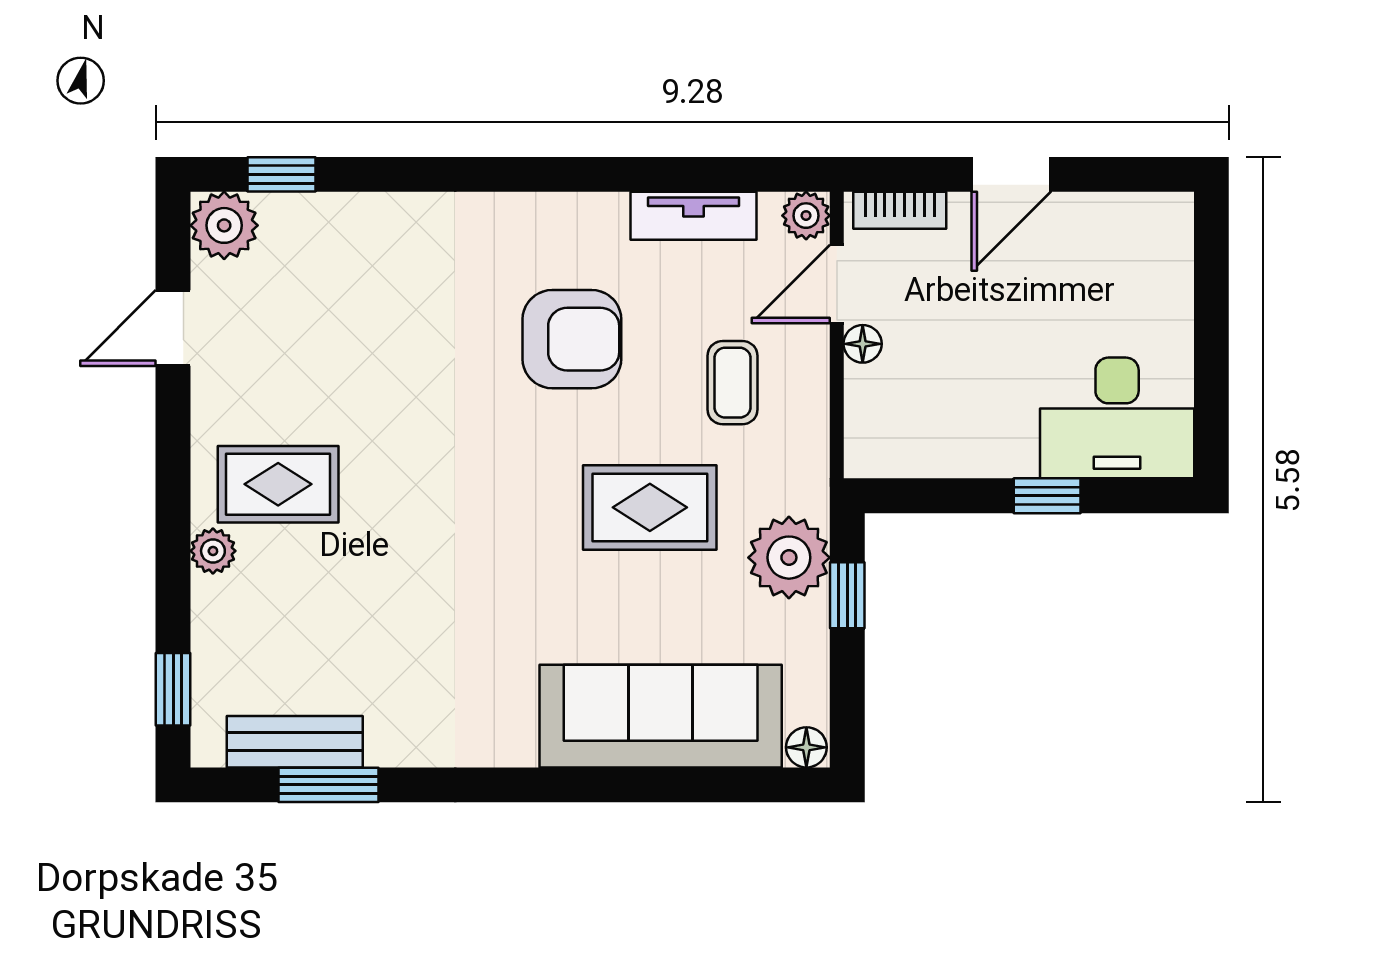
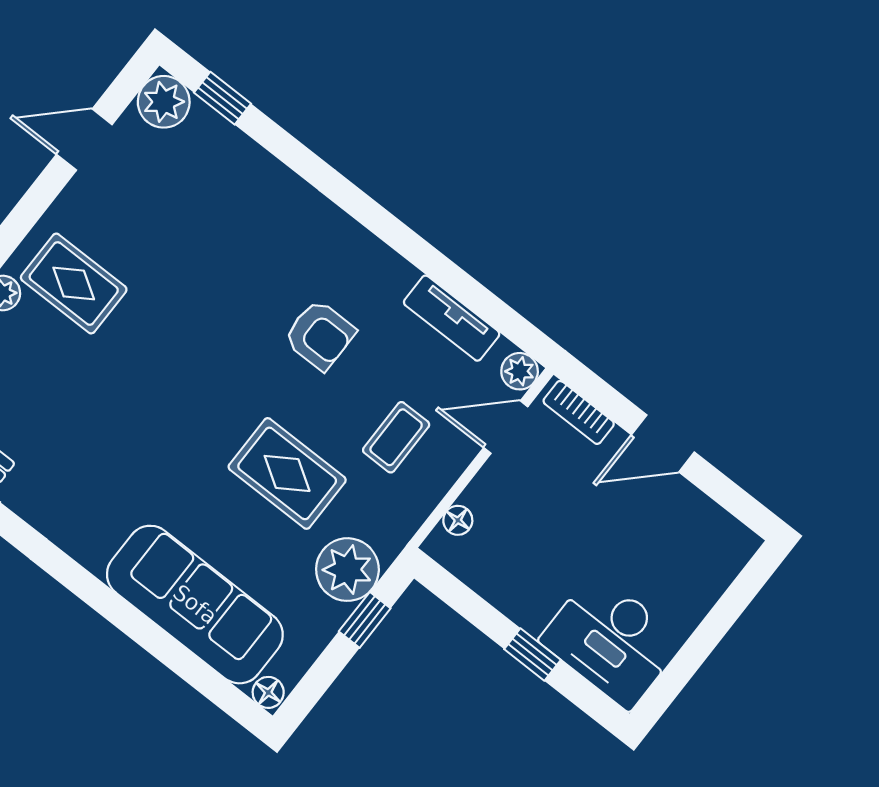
armchair: (572, 339) -> (320, 335), width x0.72, depth x0.72
floor lamp: (863, 344) -> (458, 520), moved

